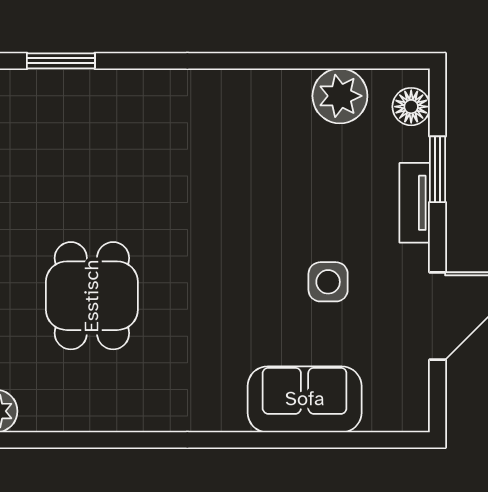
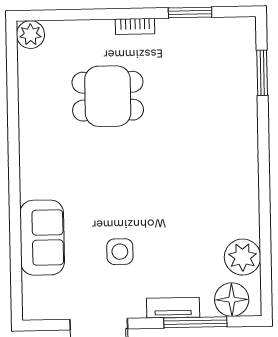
floor lamp: (411, 107) -> (232, 300), width x1.38, depth x1.38
window: (437, 169) -> (195, 322), width x1.44

